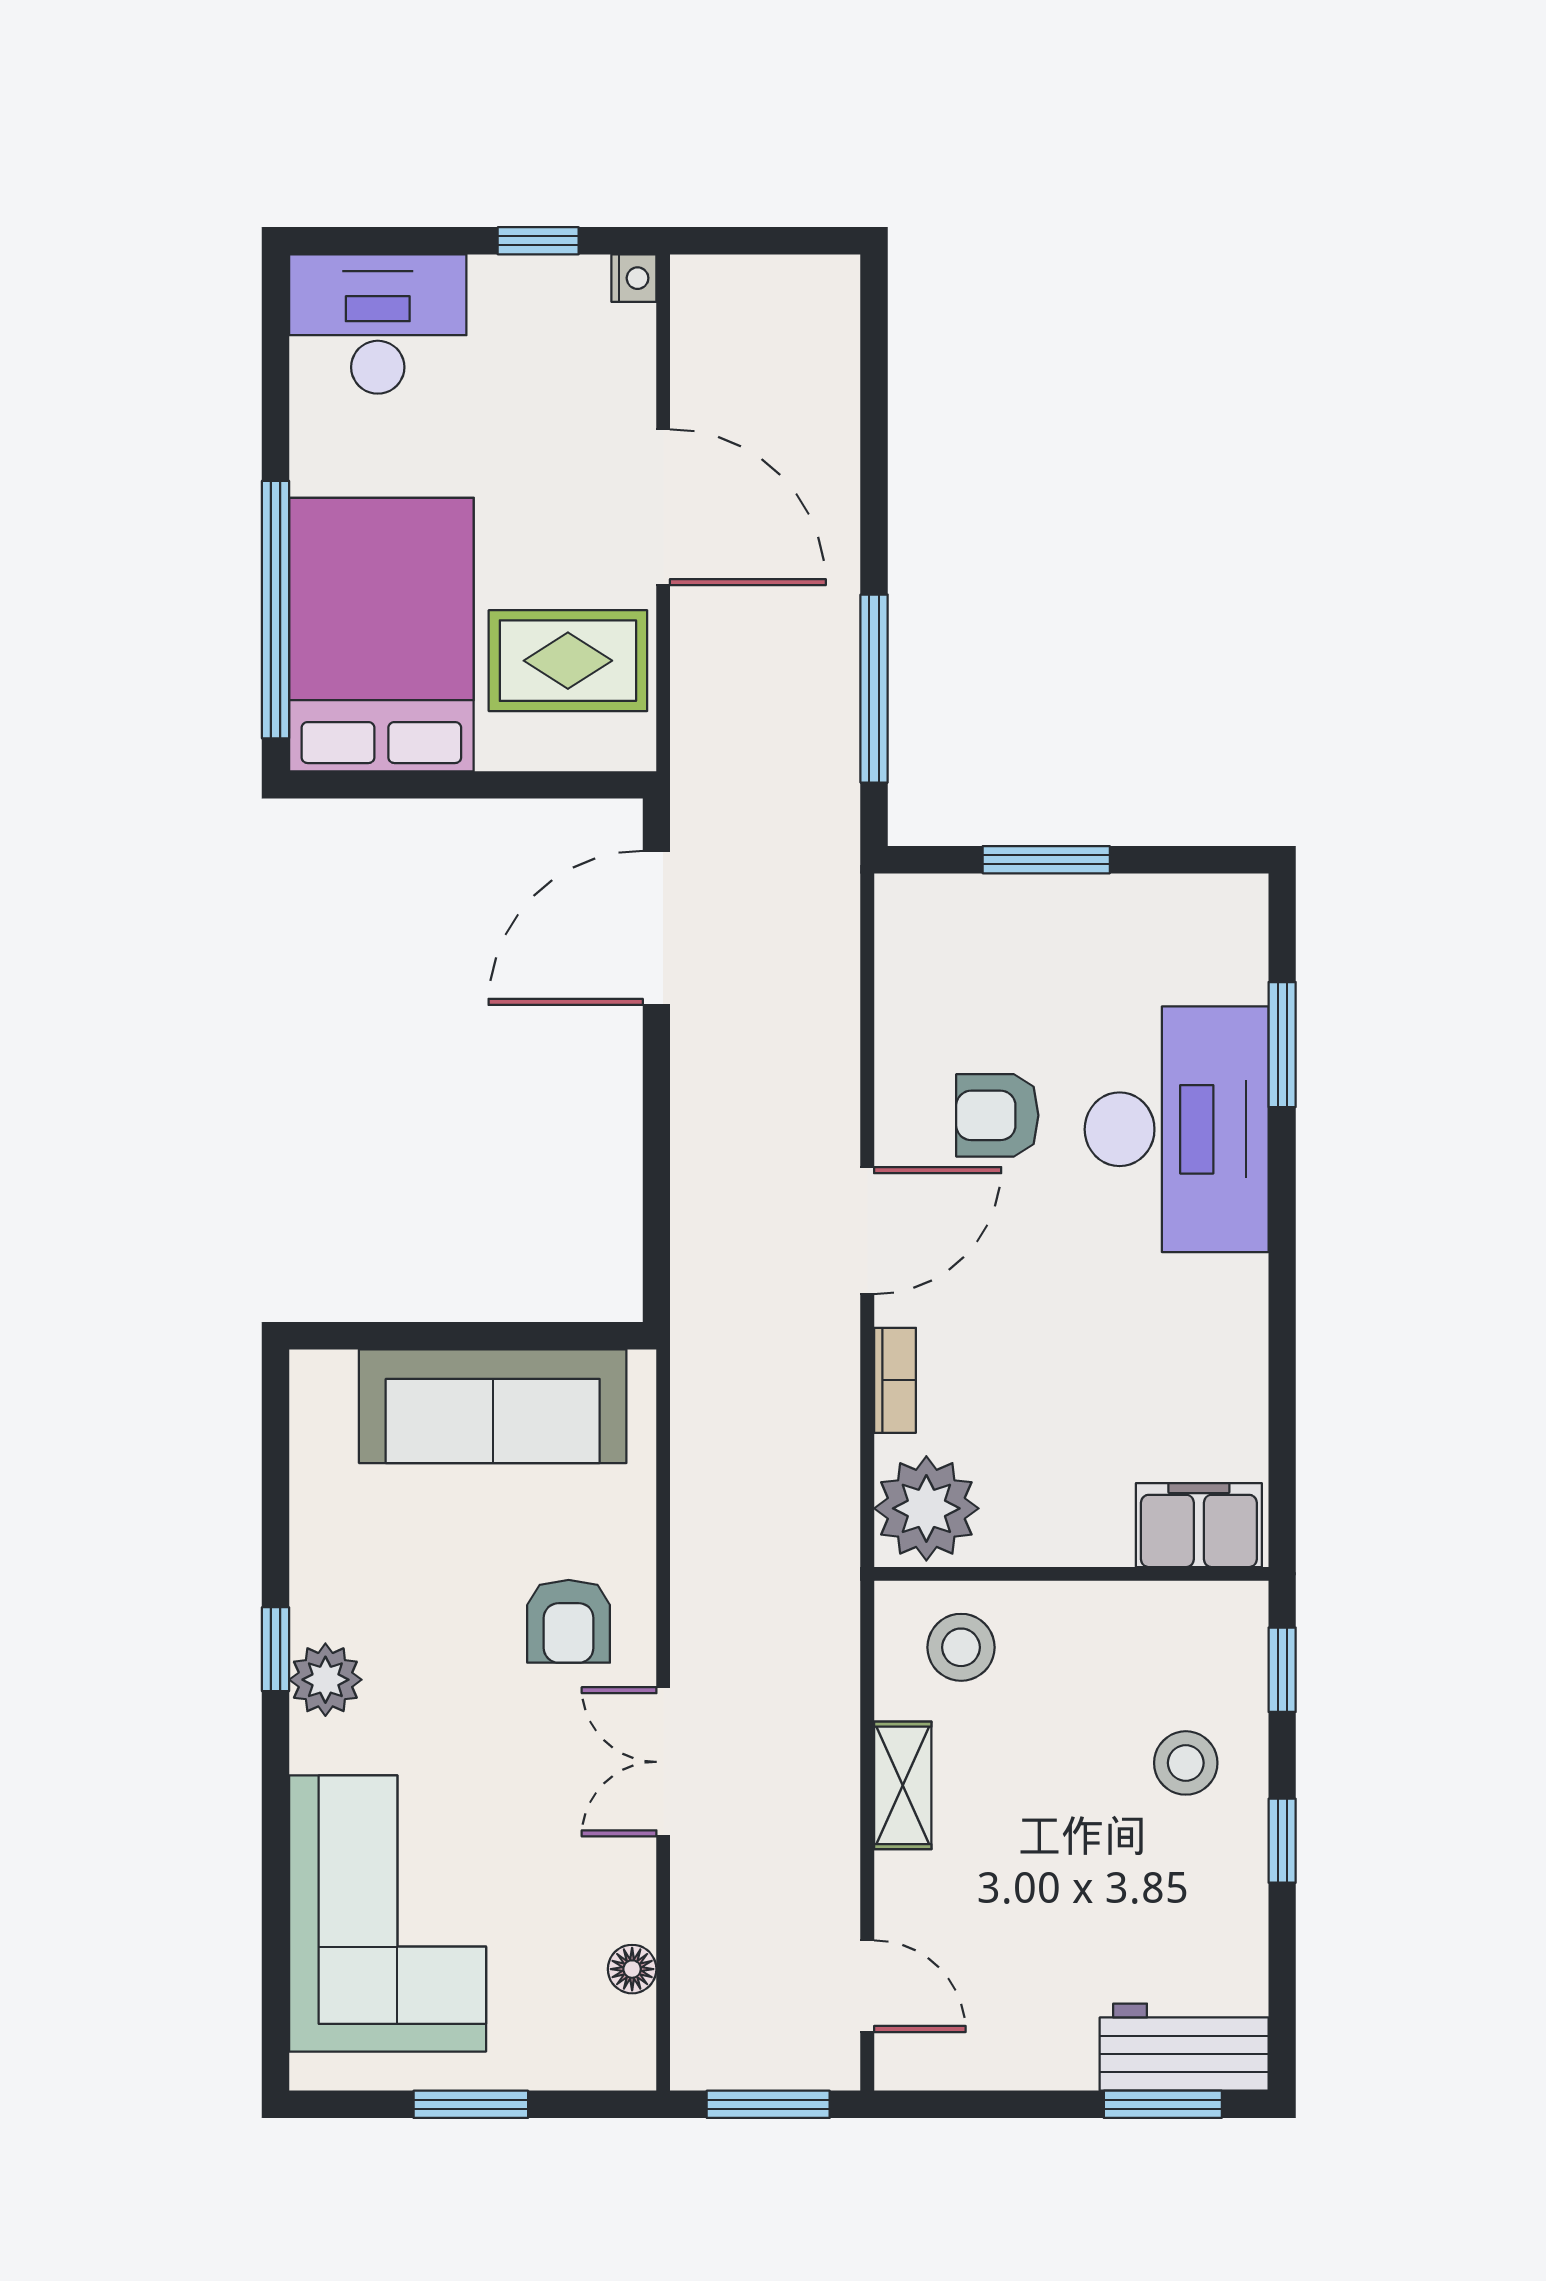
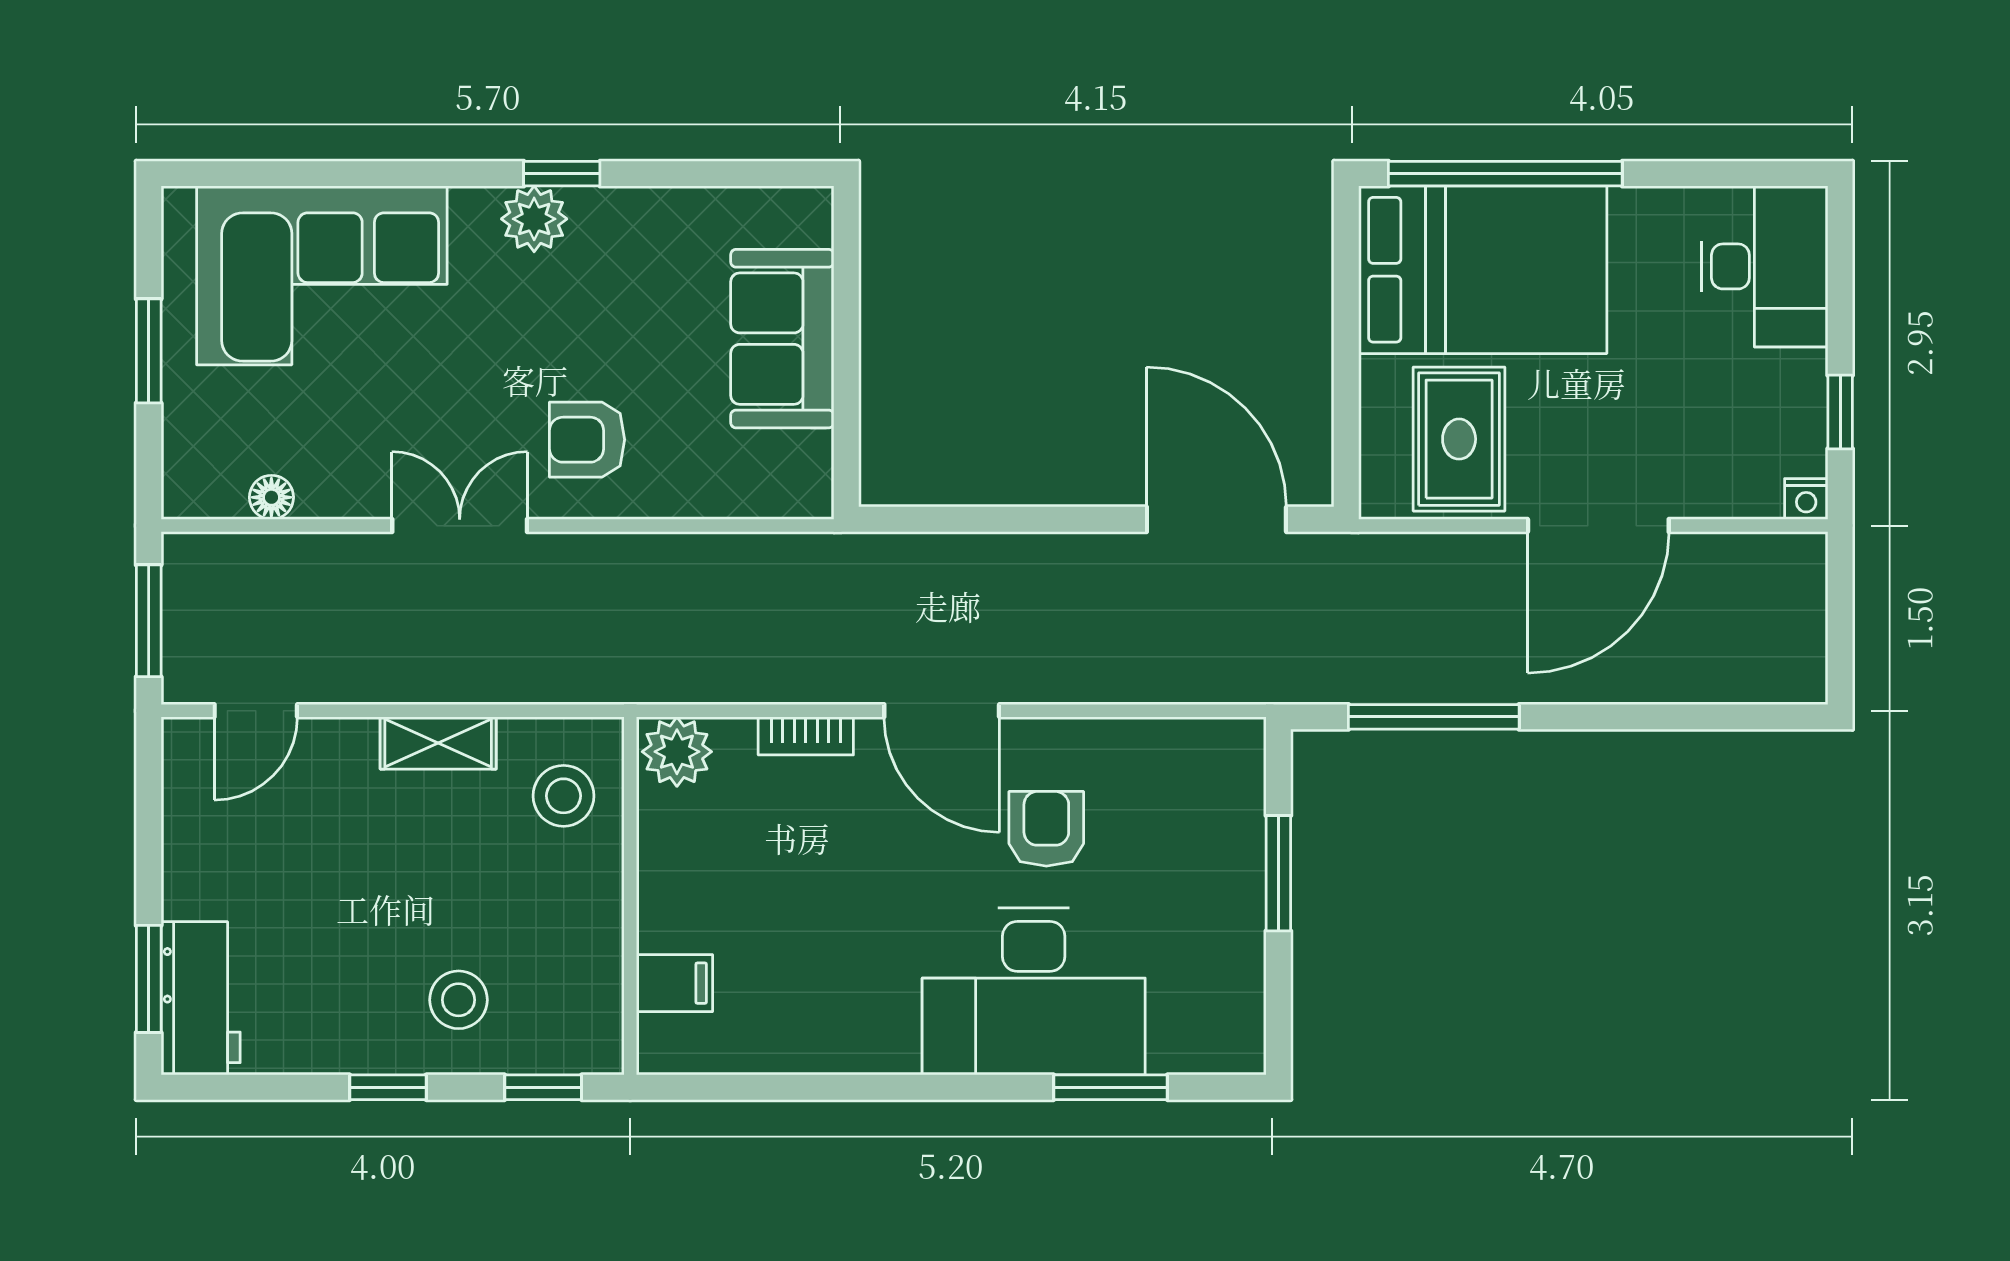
sofa: (493, 1406) -> (782, 339), width x0.73
plant: (926, 1508) -> (677, 752), width x0.73, depth x0.73
filing cabinet: (1199, 1525) -> (674, 983), width x0.50

